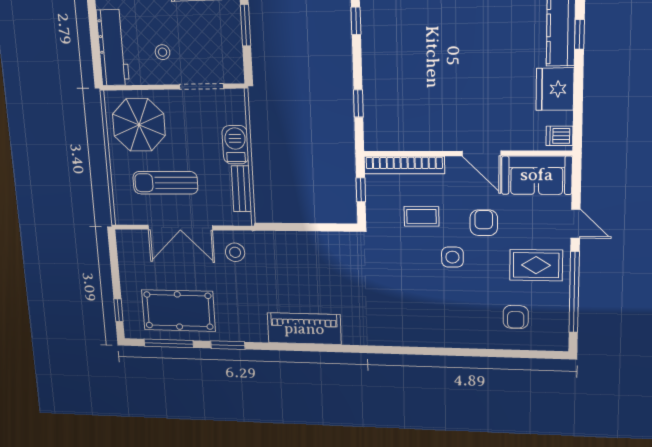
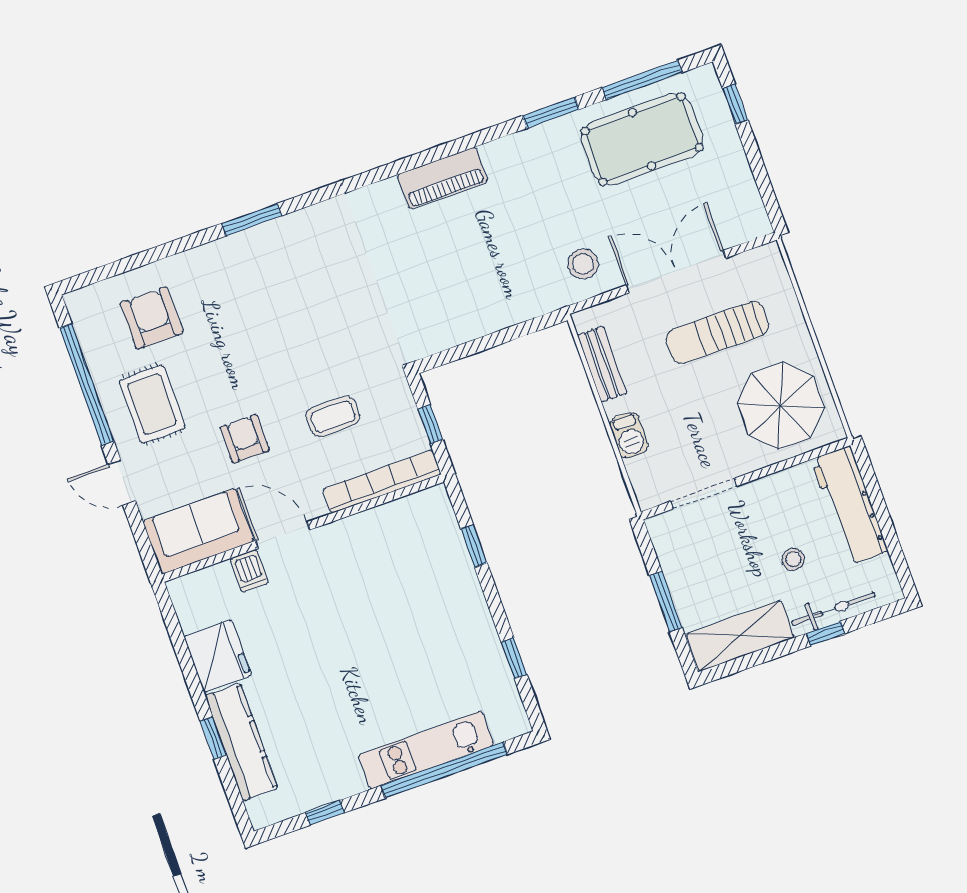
stool: (163, 52) -> (793, 559), moved
dishwasher: (559, 136) -> (249, 571), moved, turned 90
barbecue: (235, 145) -> (629, 435), width x0.73, depth x0.79
sun lounger: (165, 183) -> (717, 332), turned 180
armchair: (484, 223) -> (245, 439), turned 180
side table: (452, 257) -> (270, 373), removed
rug: (536, 265) -> (152, 404), turned 90
armchair: (516, 317) -> (152, 318), width x1.38, depth x1.38
piano: (304, 329) -> (443, 178), width x0.73, depth x0.75
window: (430, 351) -> (252, 220), added

